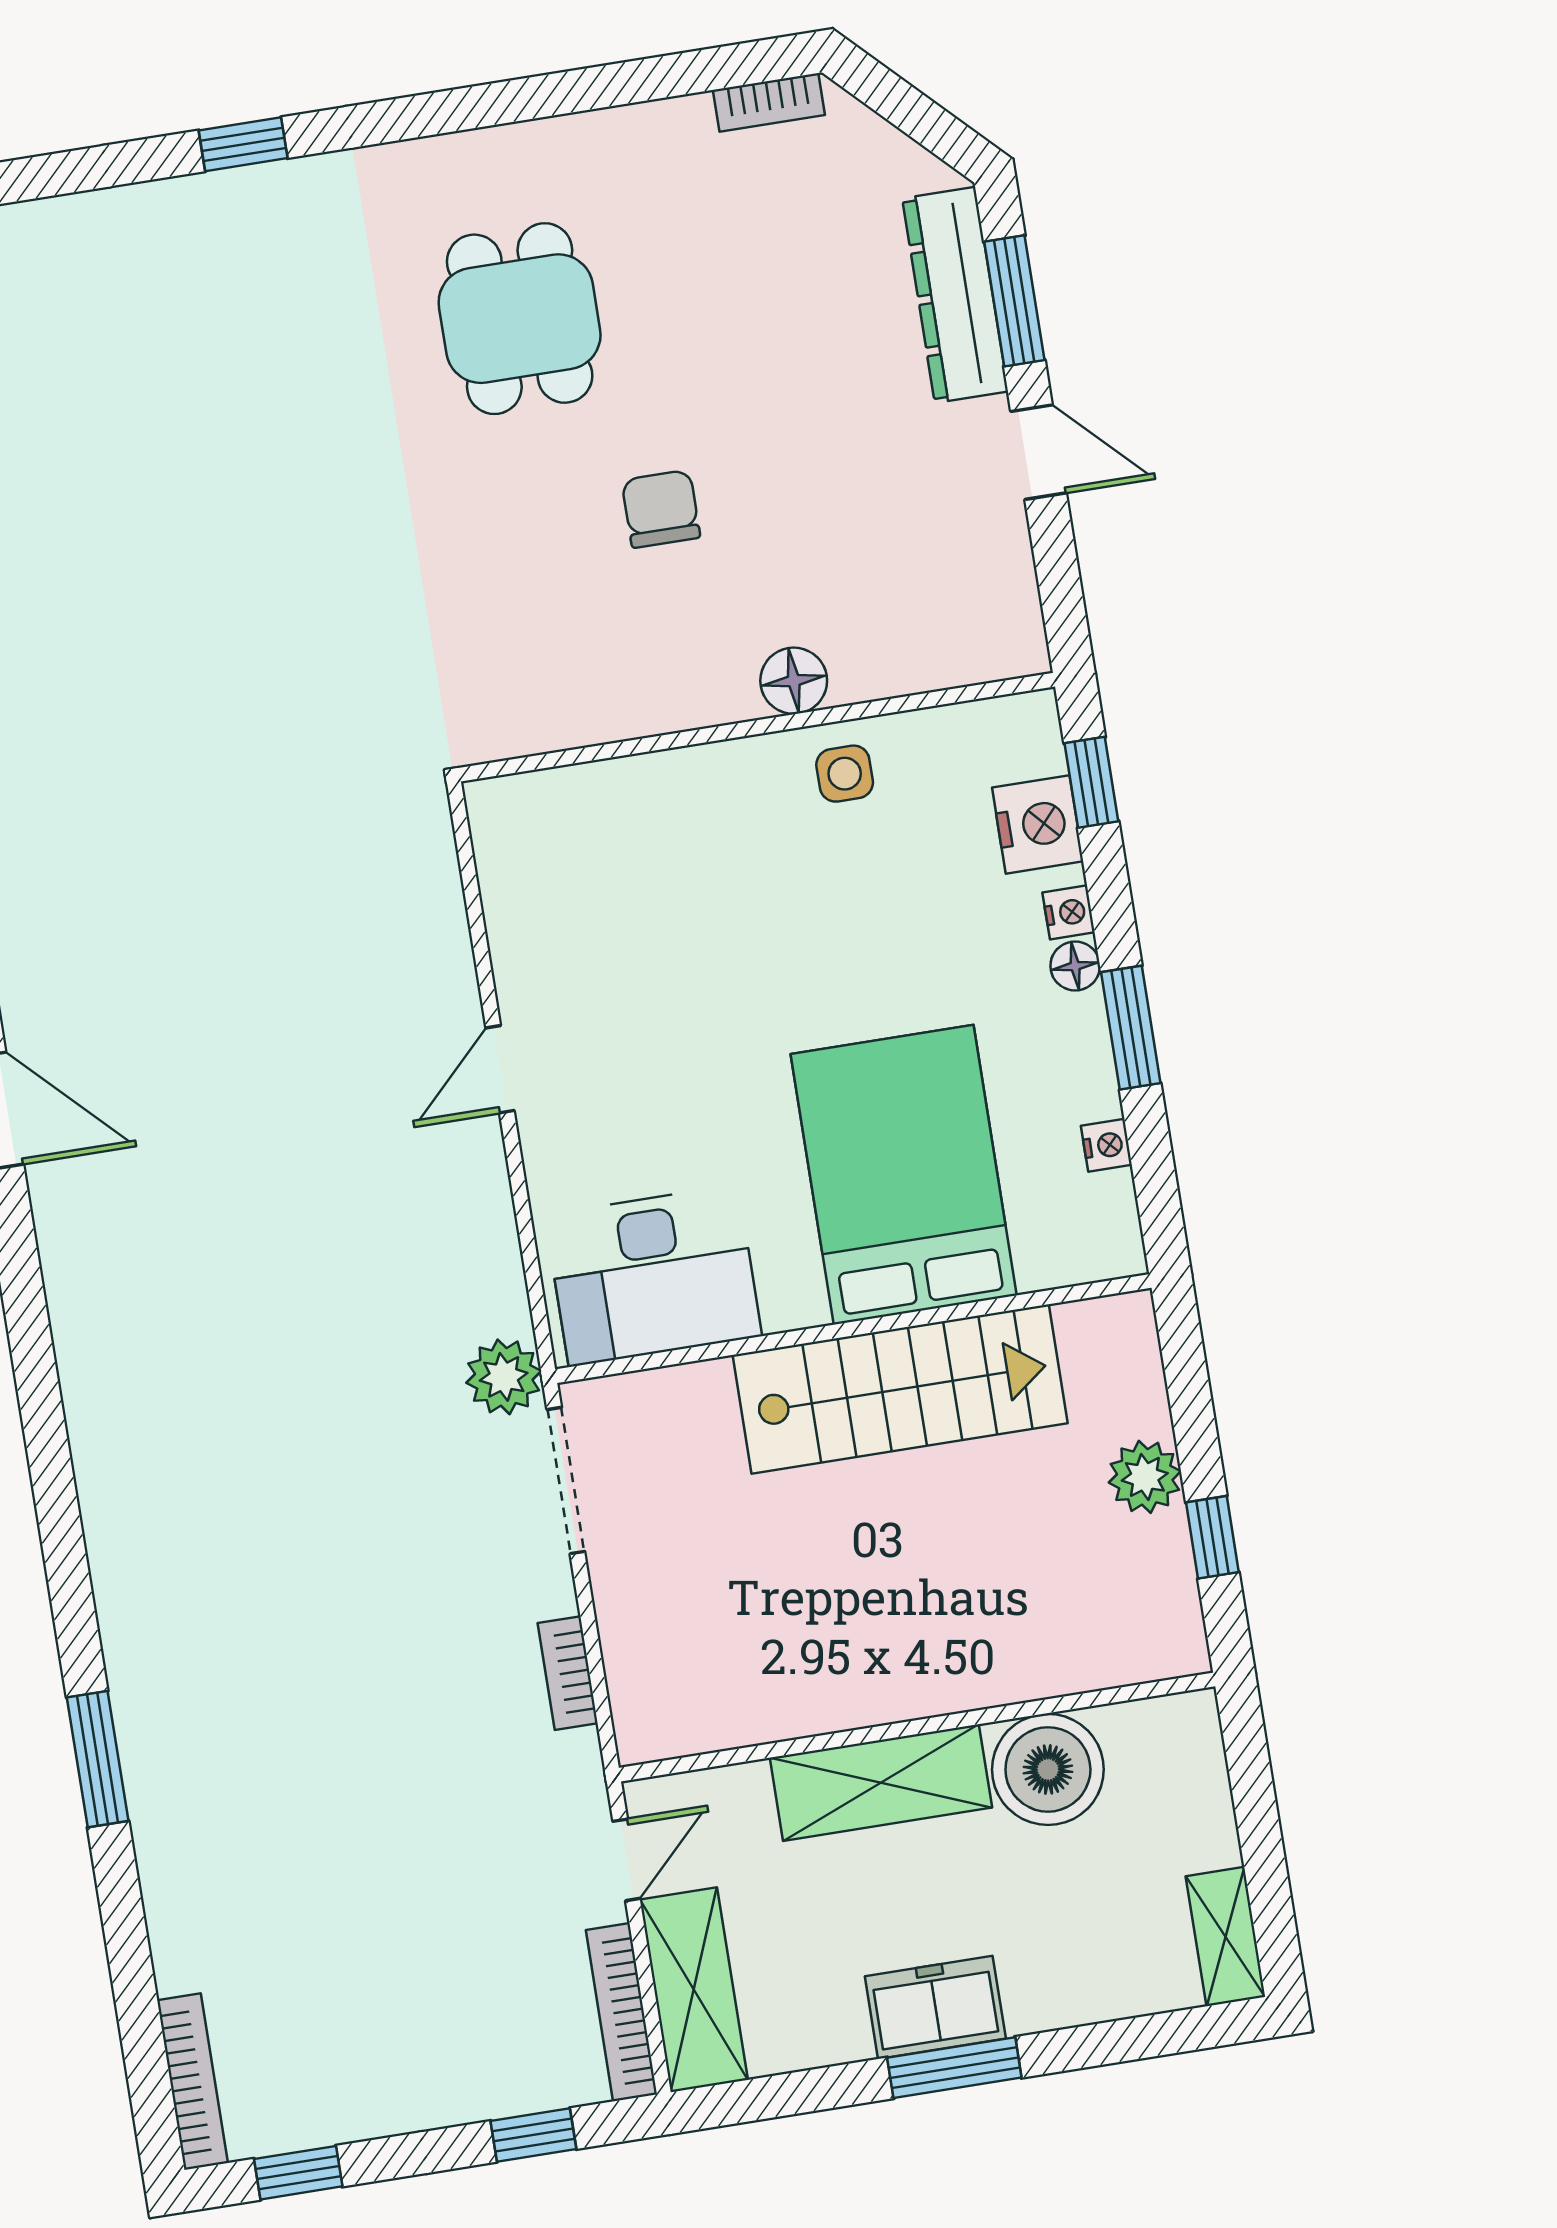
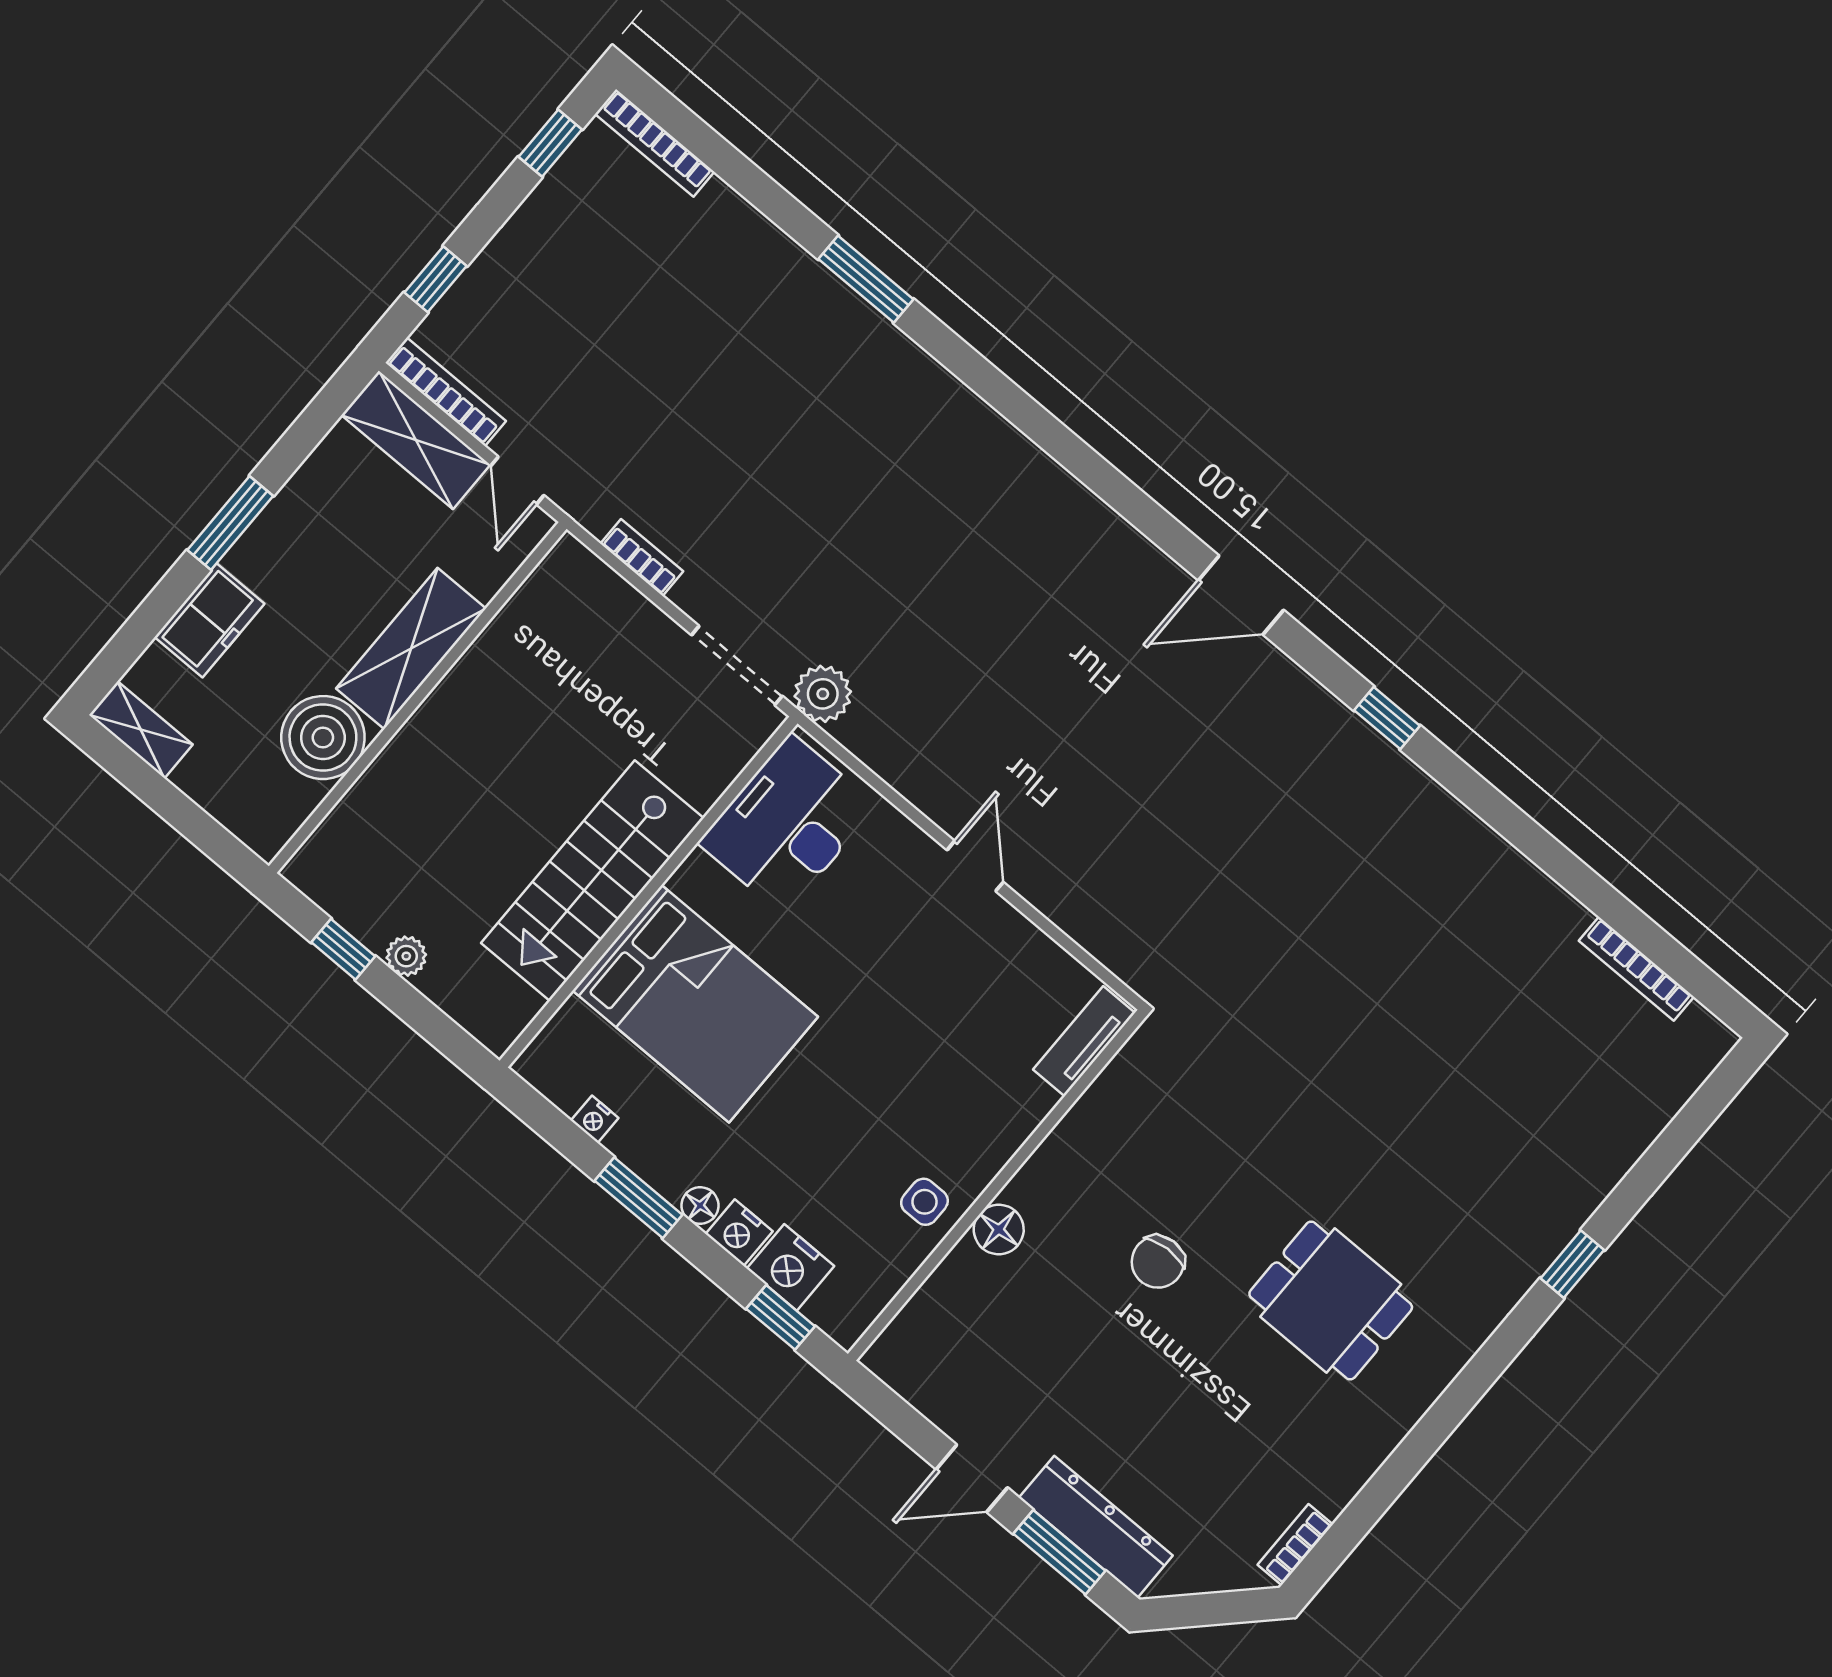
chair: (661, 509) -> (1158, 1262), turned 87
tv unit: (543, 797) -> (1084, 1041), added
nightstand: (1069, 912) -> (739, 1233), width x1.39, depth x1.35
plant: (1145, 1477) -> (406, 956), width x0.73, depth x0.73
freezer: (935, 2007) -> (209, 620), moved

